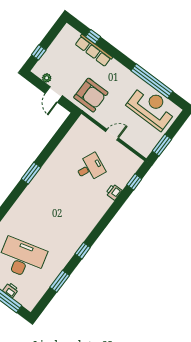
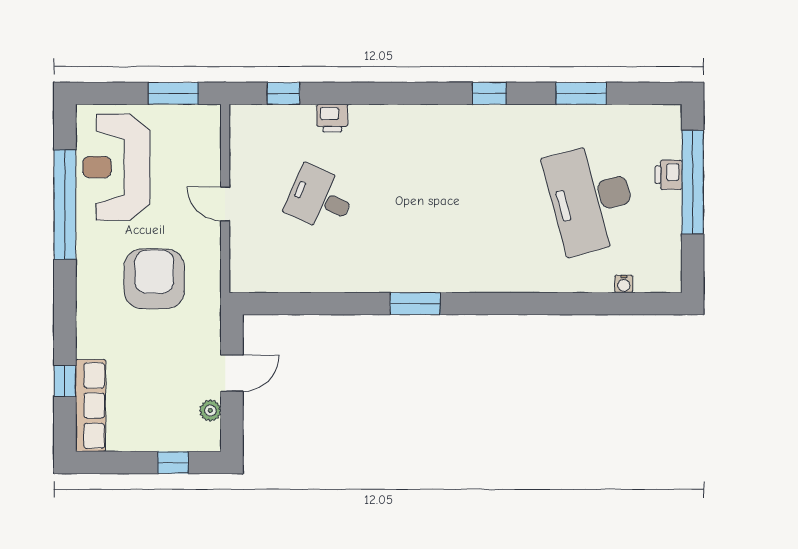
row of seats: (94, 51) -> (91, 406), moved
armchair: (91, 95) -> (154, 279), moved

